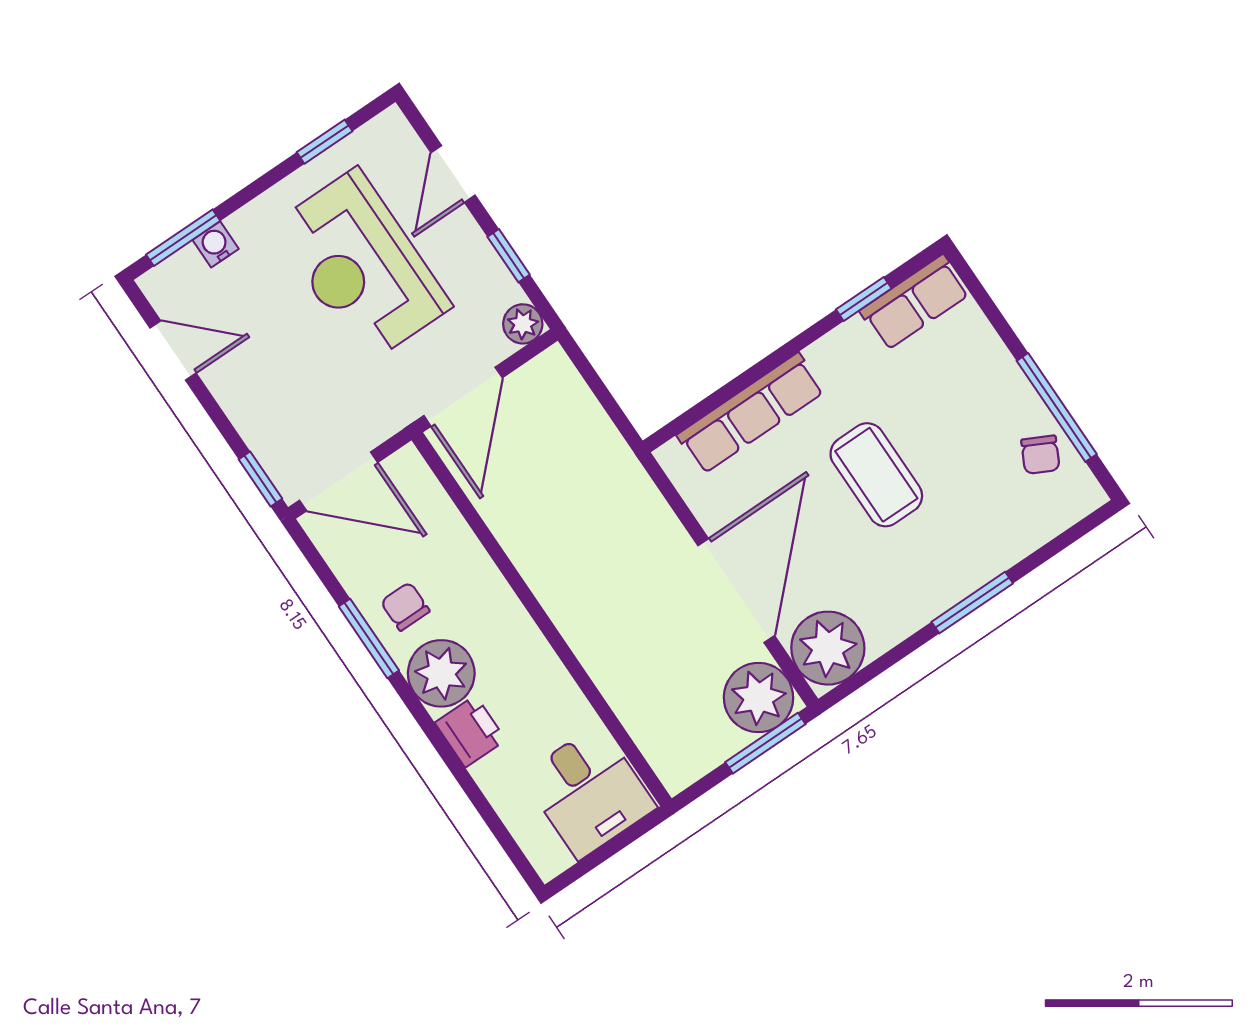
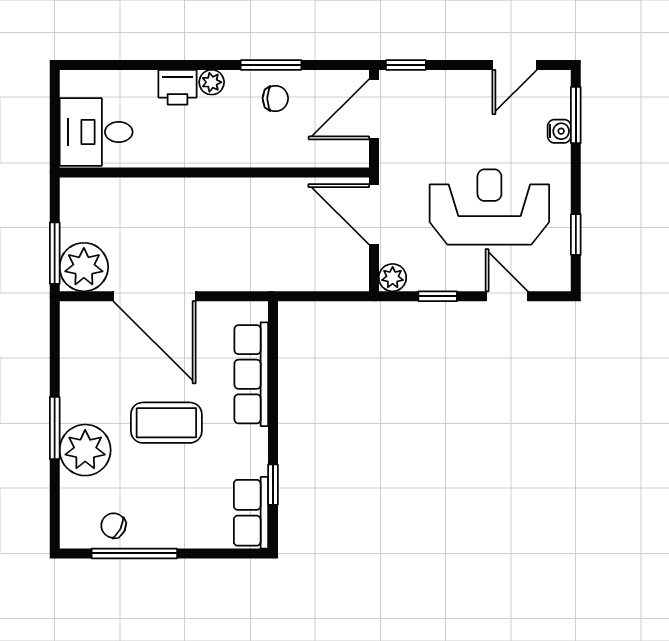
plant: (828, 648) -> (85, 450), moved
plant: (441, 673) -> (212, 82), width x0.53, depth x0.53

